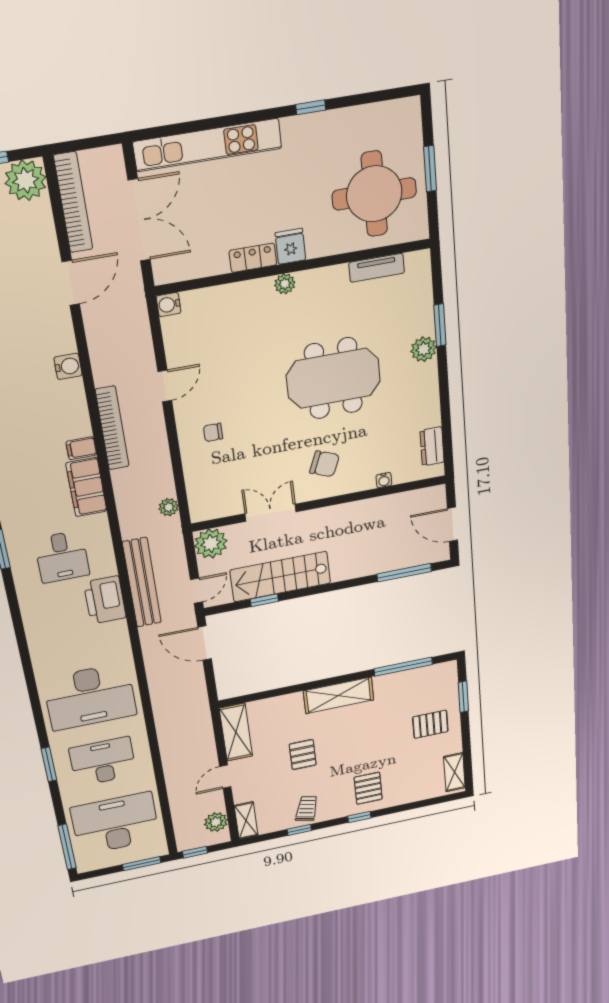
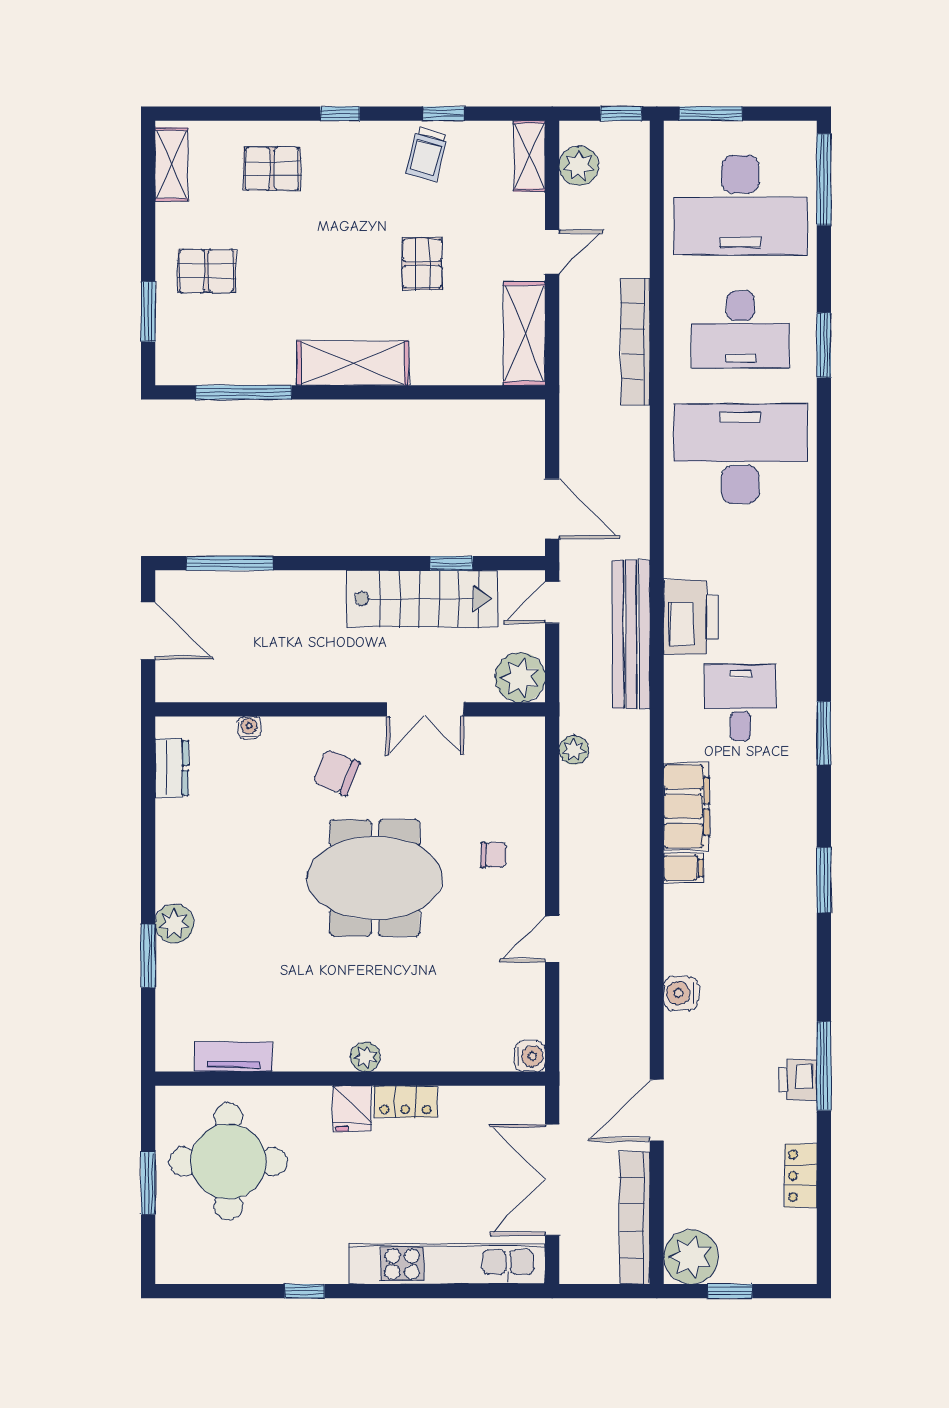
meeting table: (333, 378) -> (375, 878), moved
bookcase: (112, 428) -> (635, 342), moved
pallet: (368, 788) -> (272, 169), moved, turned 90

